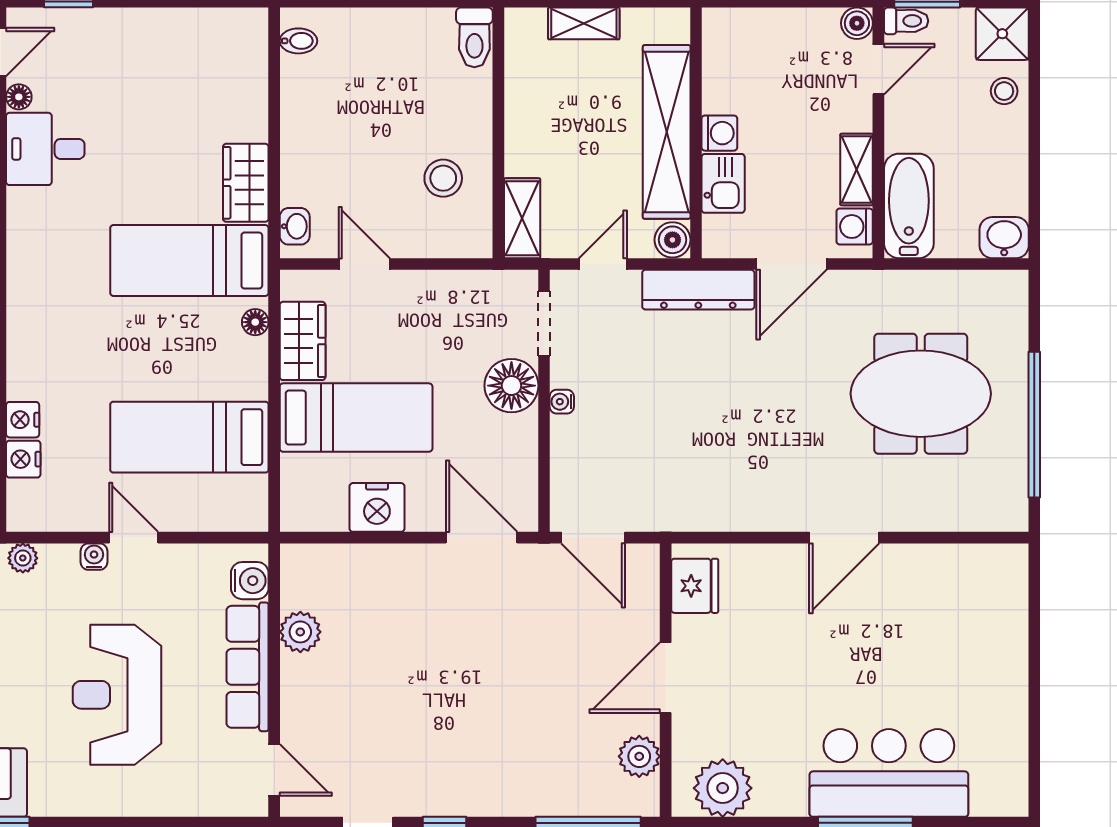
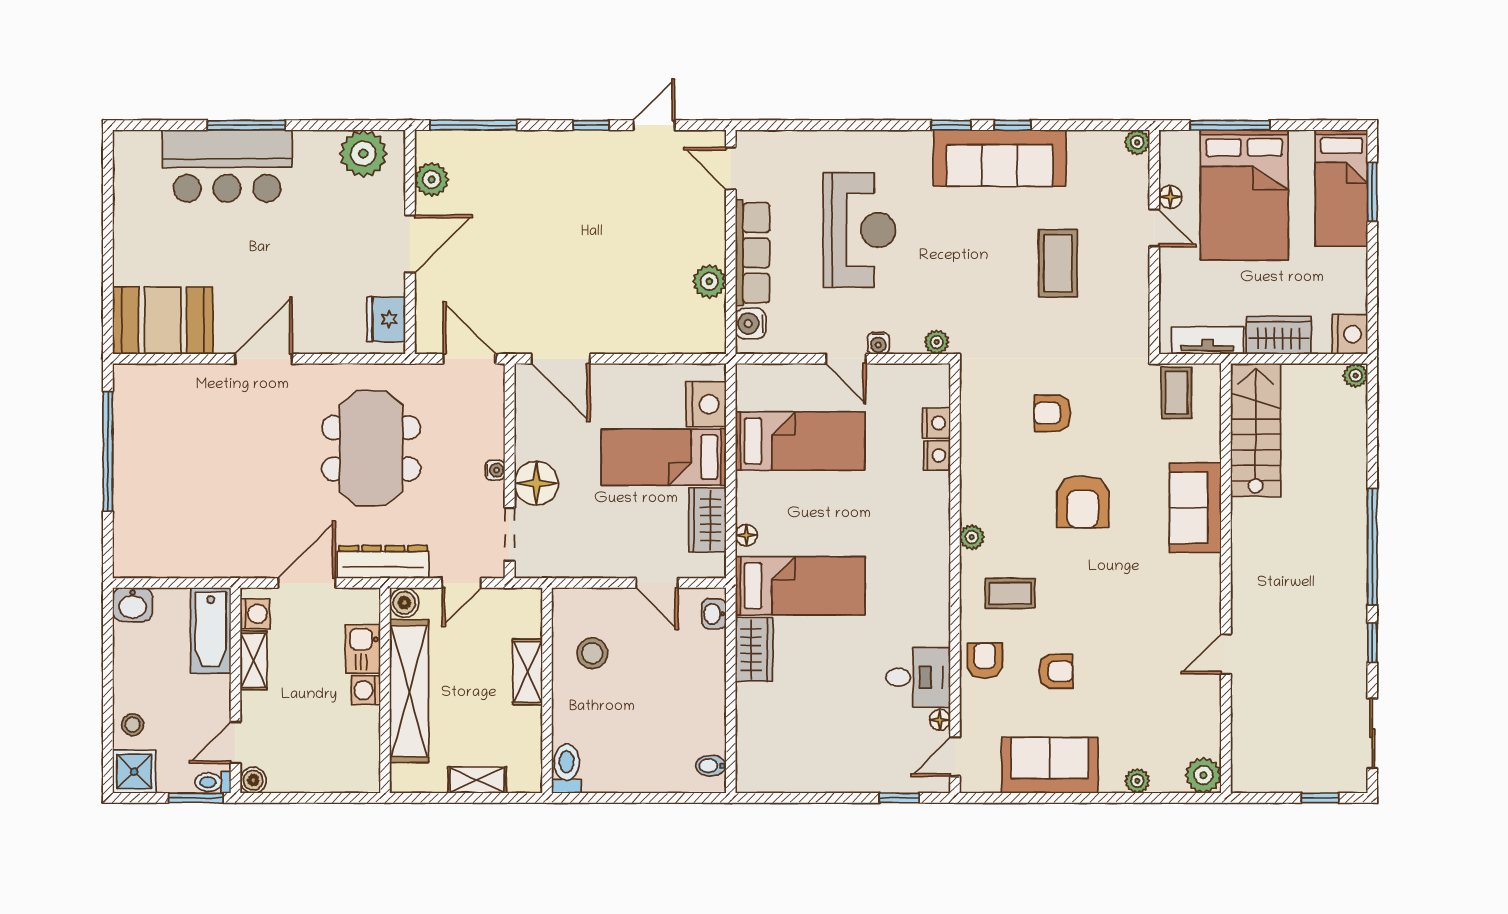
shelving: (522, 218) -> (528, 672), moved
meeting table: (921, 394) -> (371, 448), moved, turned 90
nightstand: (377, 507) -> (706, 404), moved, turned 90
booth: (967, 584) -> (163, 320), added

